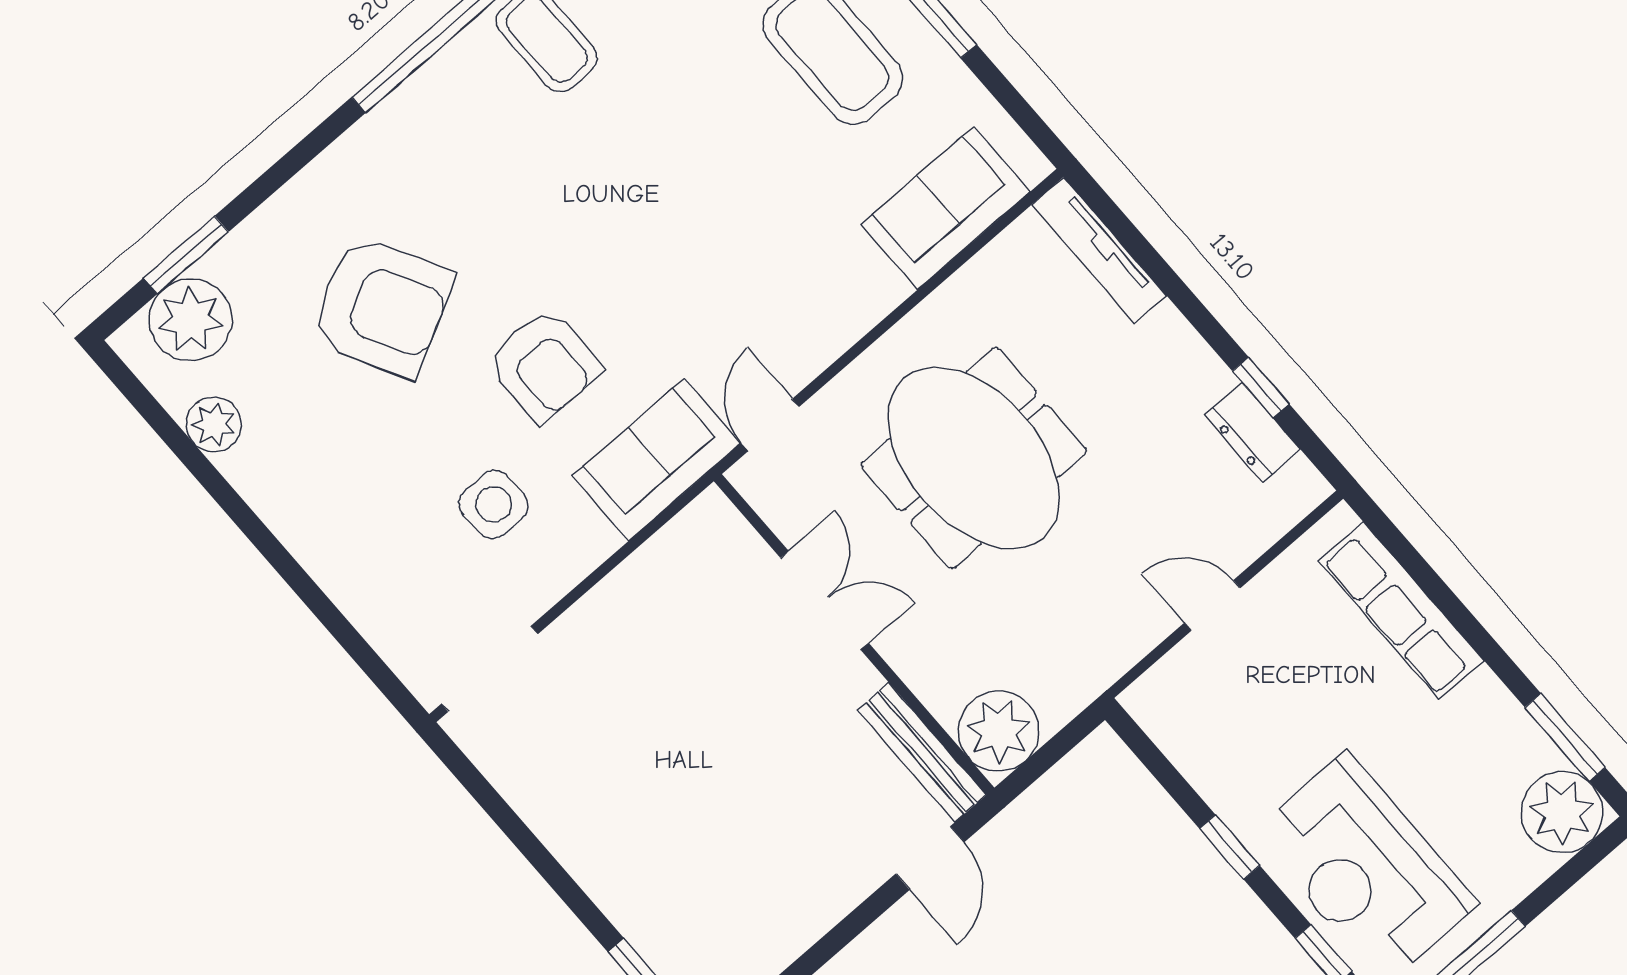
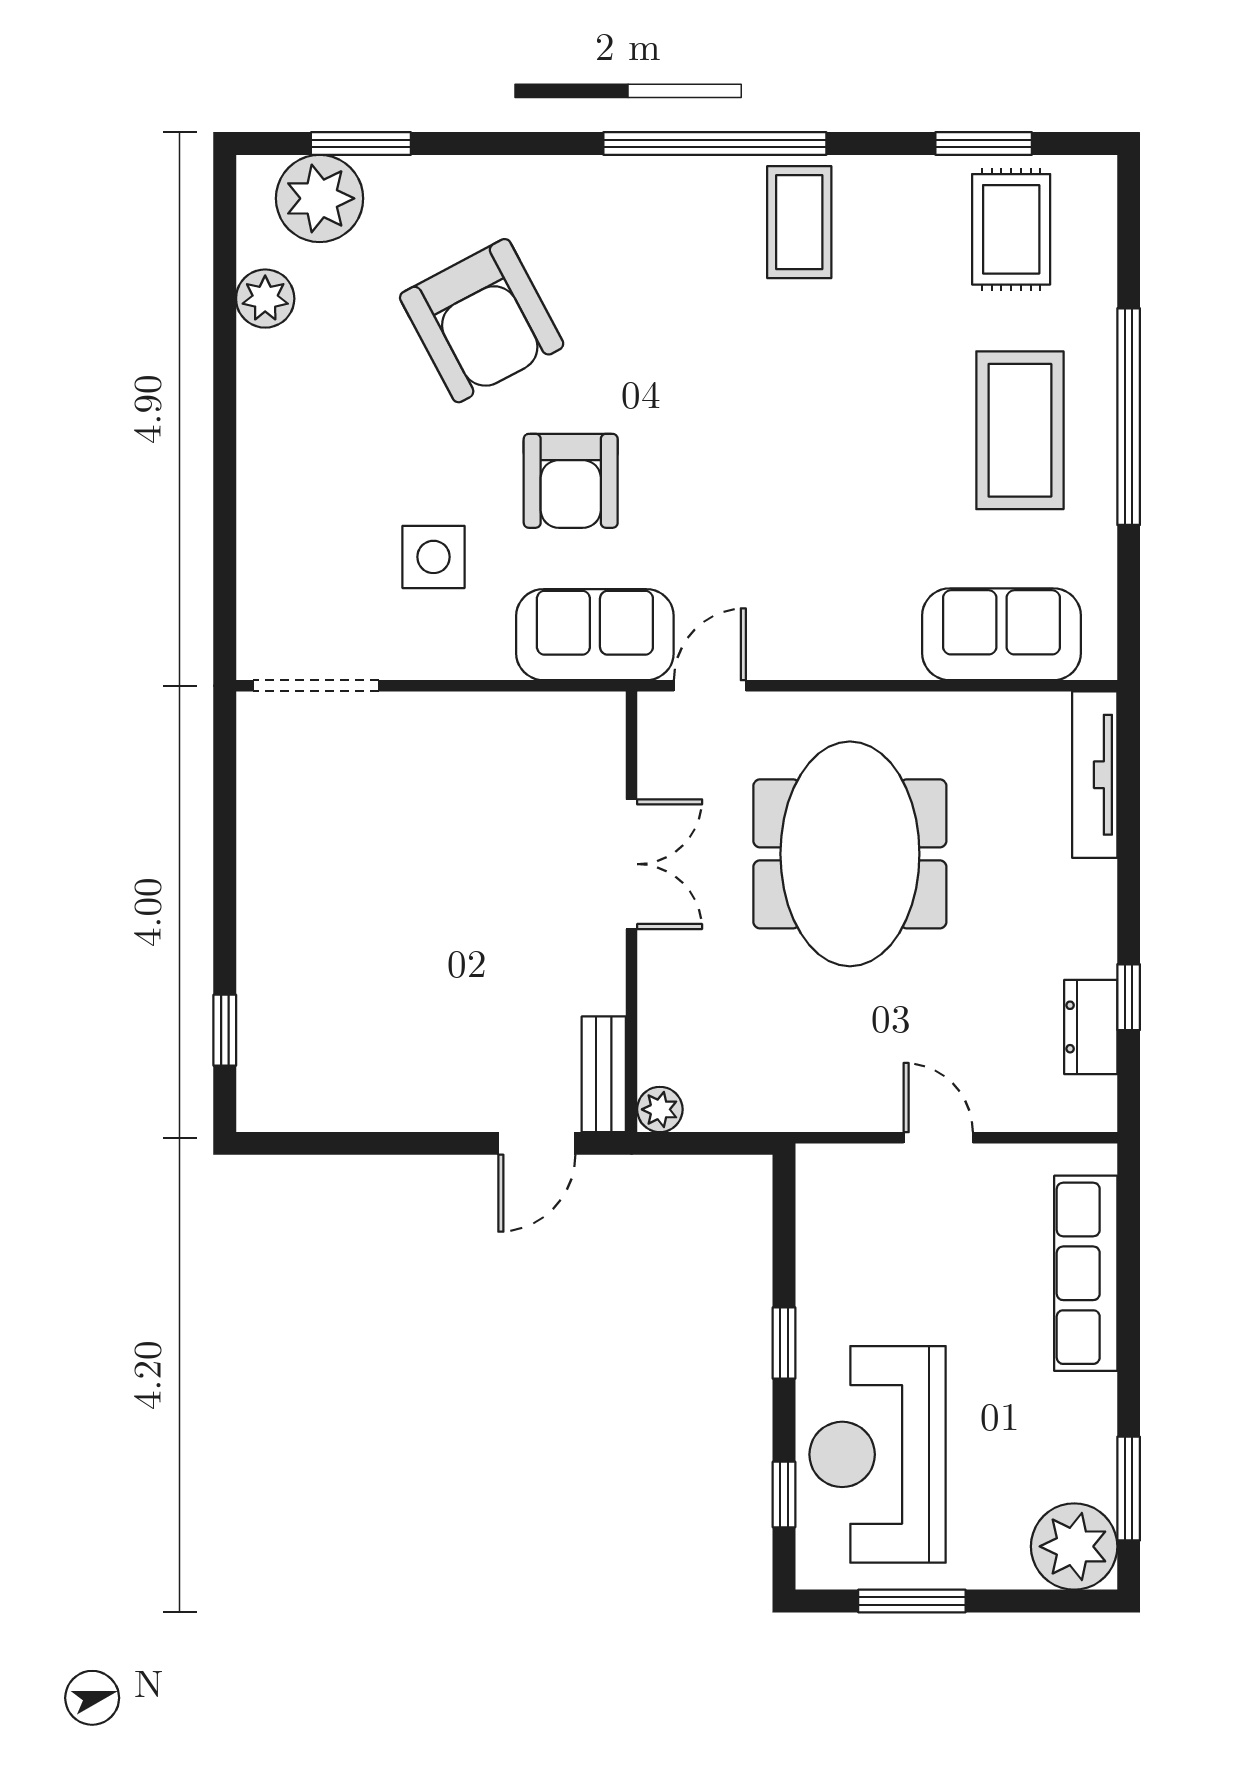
plant: (998, 731) -> (660, 1109), width x0.53, depth x0.53
bench: (922, 752) -> (604, 1074), width x0.73

